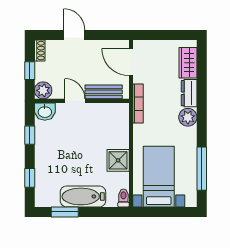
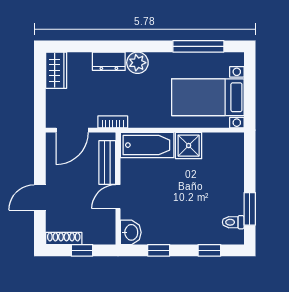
shoe rack: (40, 51) -> (64, 238), width x1.43
wardrobe: (188, 63) -> (56, 70), moved, turned -90
plant: (43, 90) -> (106, 234), removed
bookcase: (138, 104) -> (113, 122), width x0.64
bathtub: (83, 196) -> (147, 145), moved, turned -90
toilet: (123, 198) -> (233, 222), moved

